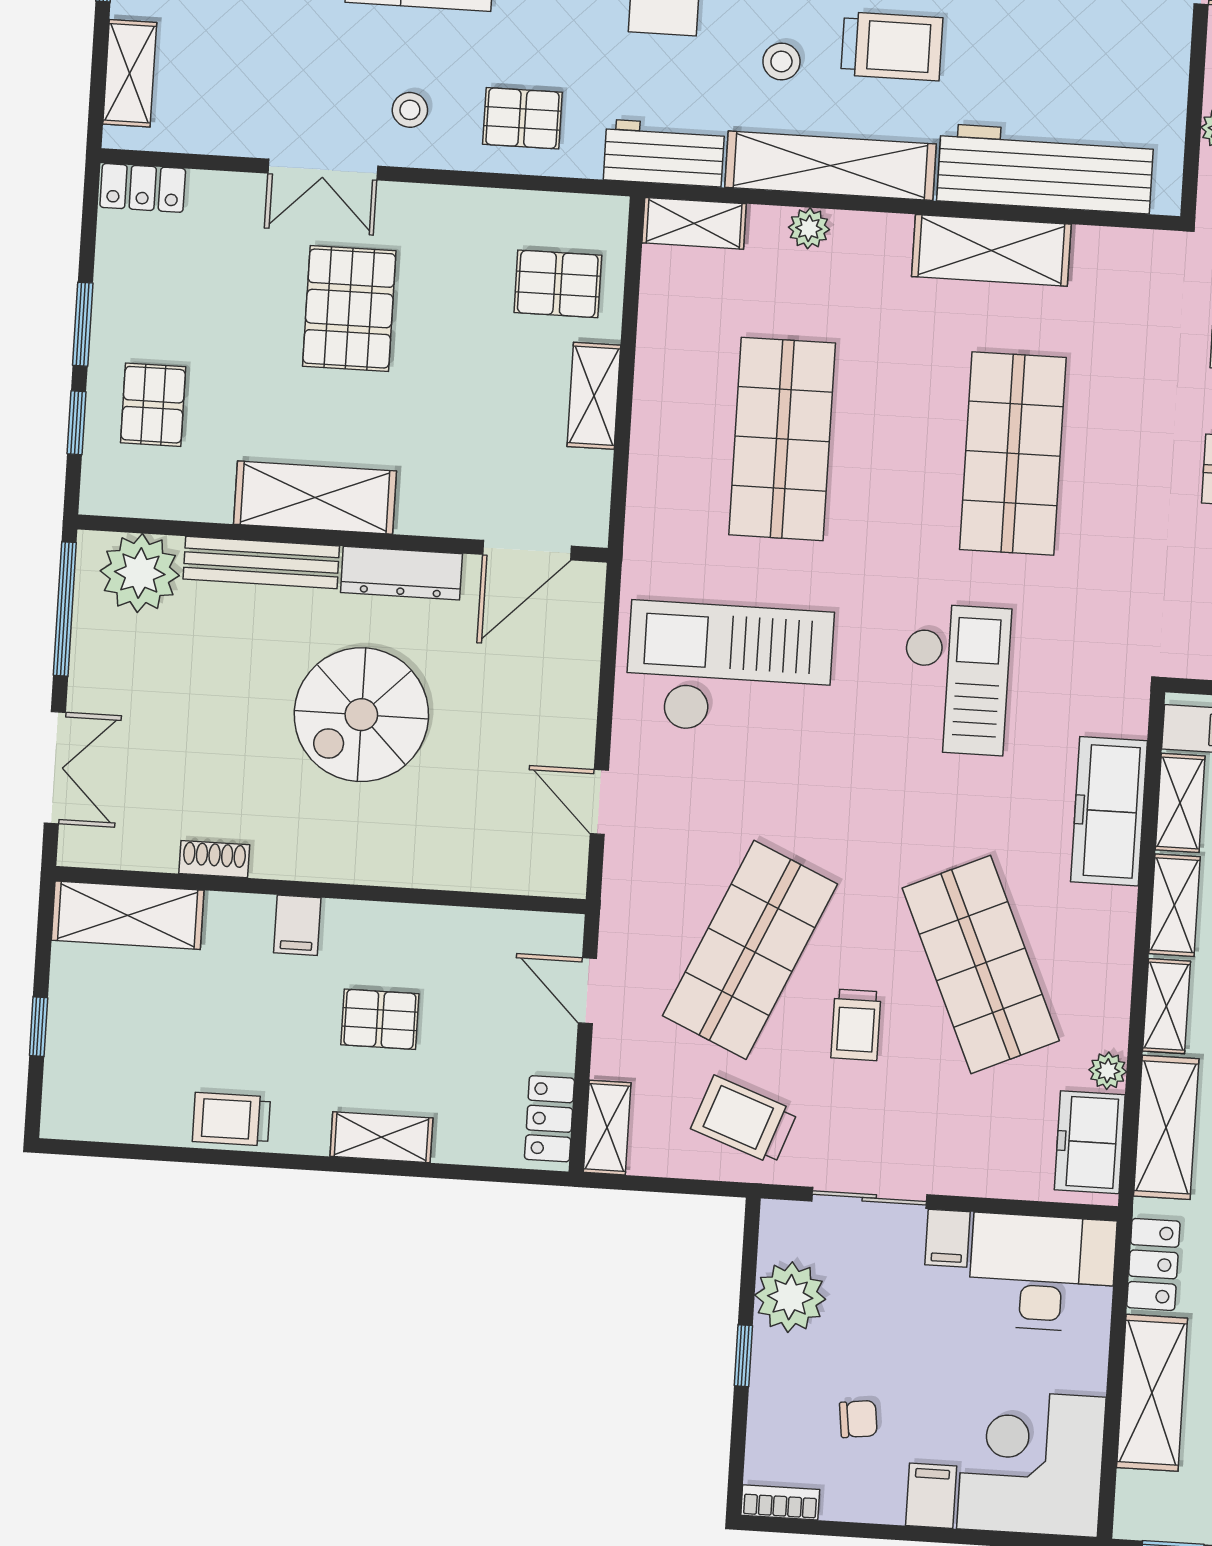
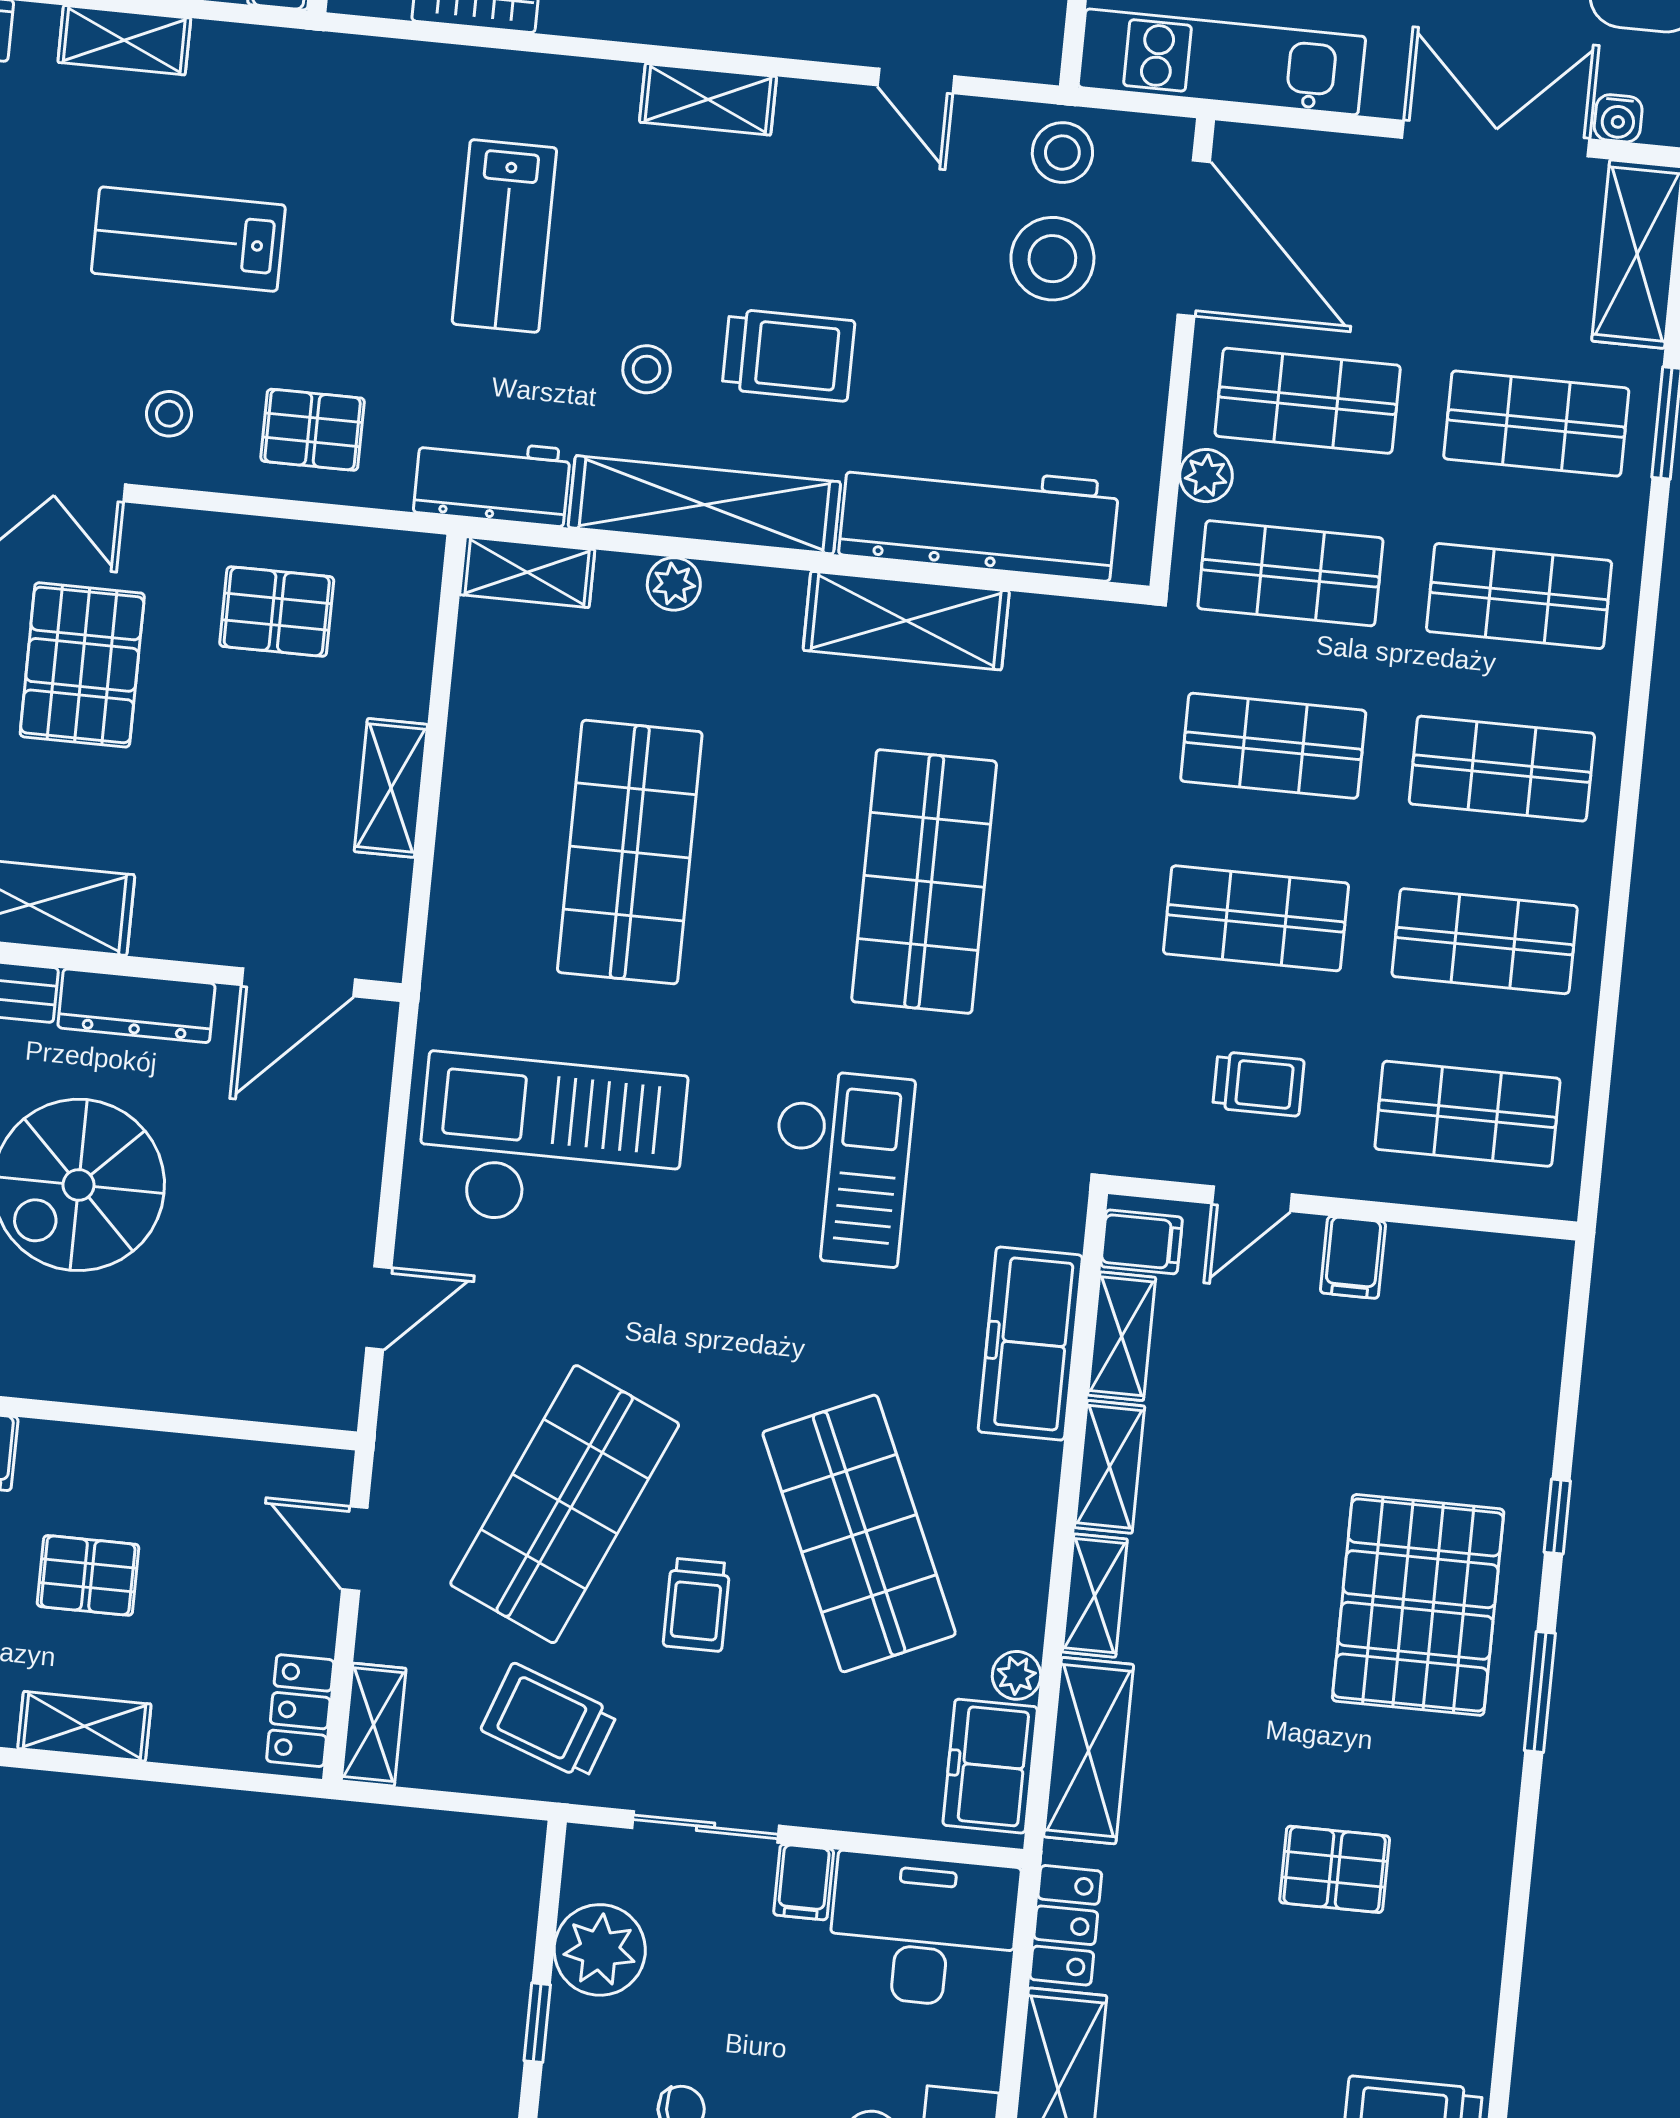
pallet: (558, 284) -> (277, 612), moved
door: (599, 802) -> (379, 1308), swing flipped

